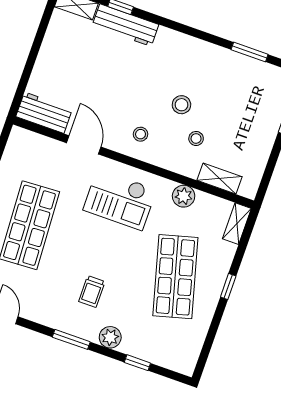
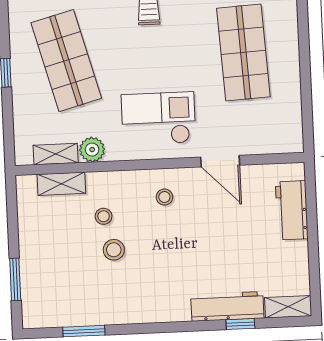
stool: (181, 105) -> (114, 250), moved
workbench: (44, 113) -> (292, 210), moved, turned 90
shelving: (237, 224) -> (56, 154), moved, turned 90

